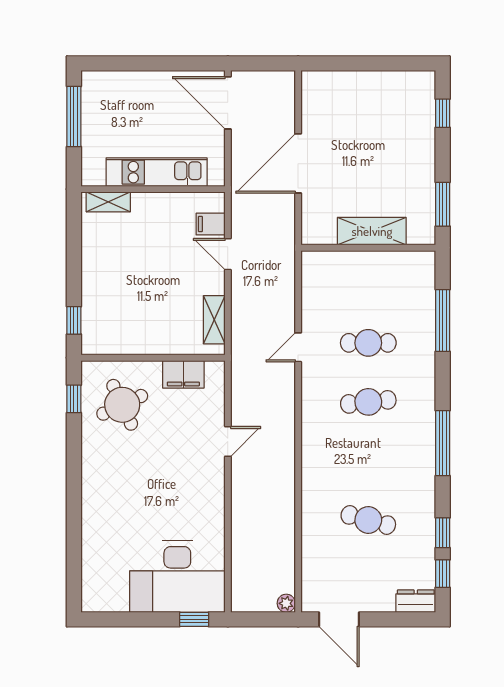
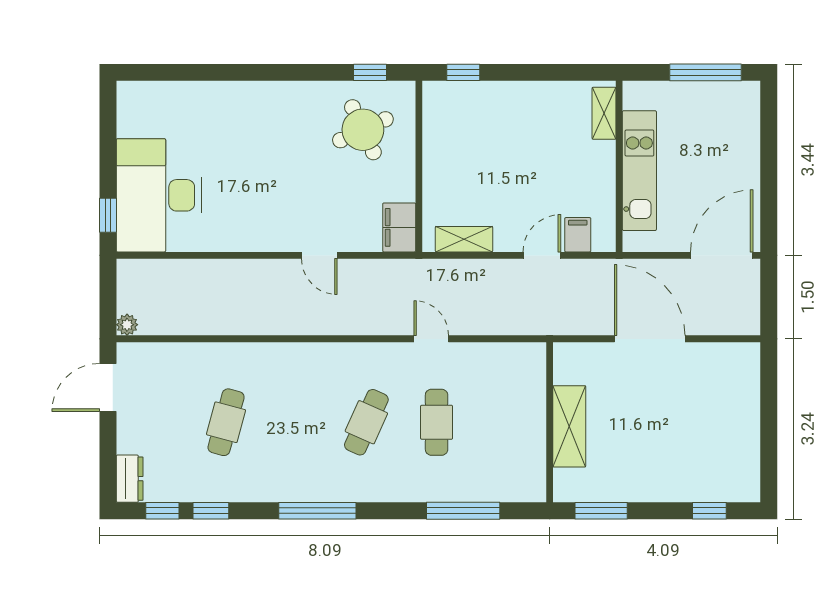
filing cabinet: (183, 374) -> (399, 227), moved
cafe table: (368, 402) -> (366, 422), turned 30

